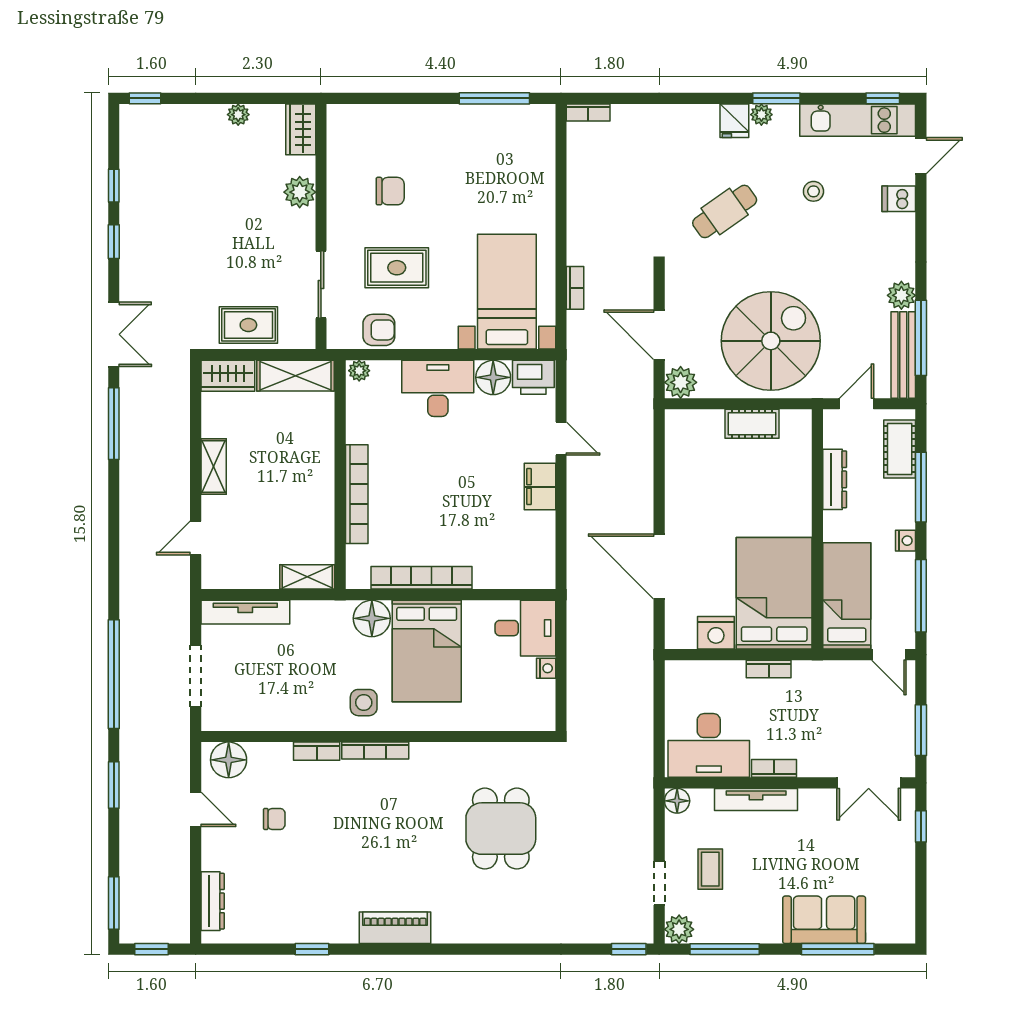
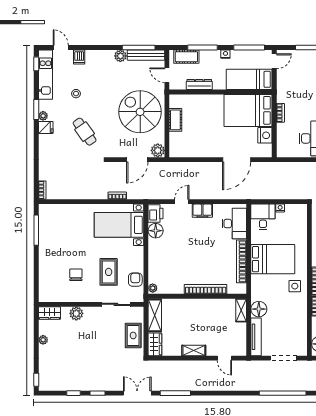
desk: (438, 388) -> (234, 223), moved, turned 180
floor lamp: (372, 618) -> (259, 309), moved

